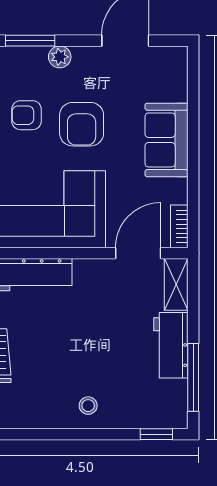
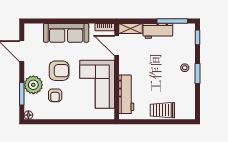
plant: (60, 57) -> (33, 85), width x1.87, depth x1.87
sofa: (166, 140) -> (66, 33), width x1.36
window: (75, 434) -> (198, 73), added

